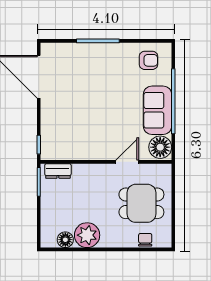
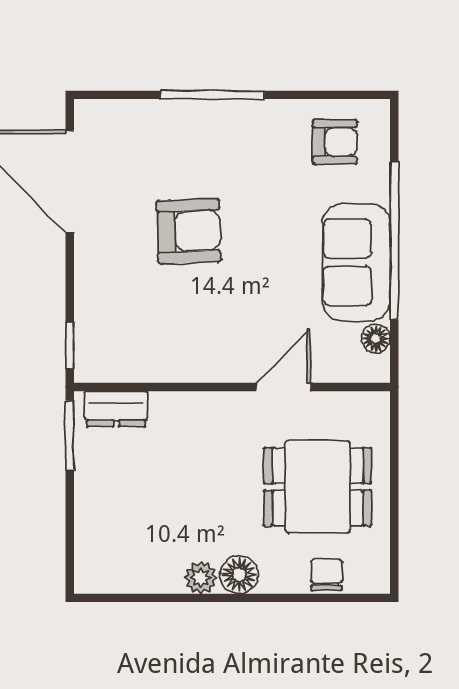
armchair: (88, 97) -> (189, 231), added
floor lamp: (160, 147) -> (376, 339), width x0.53, depth x0.53
plant: (87, 235) -> (201, 578), width x0.53, depth x0.53
floor lamp: (65, 240) -> (239, 575), moved

